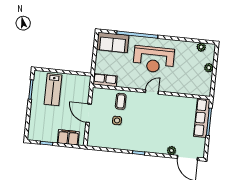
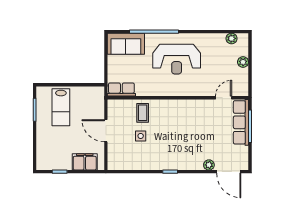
door: (152, 92) -> (224, 98), moved

